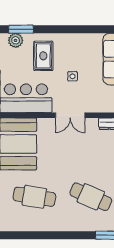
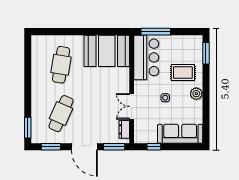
plant: (16, 40) -> (196, 94), moved
double door: (70, 115) -> (132, 106), moved

